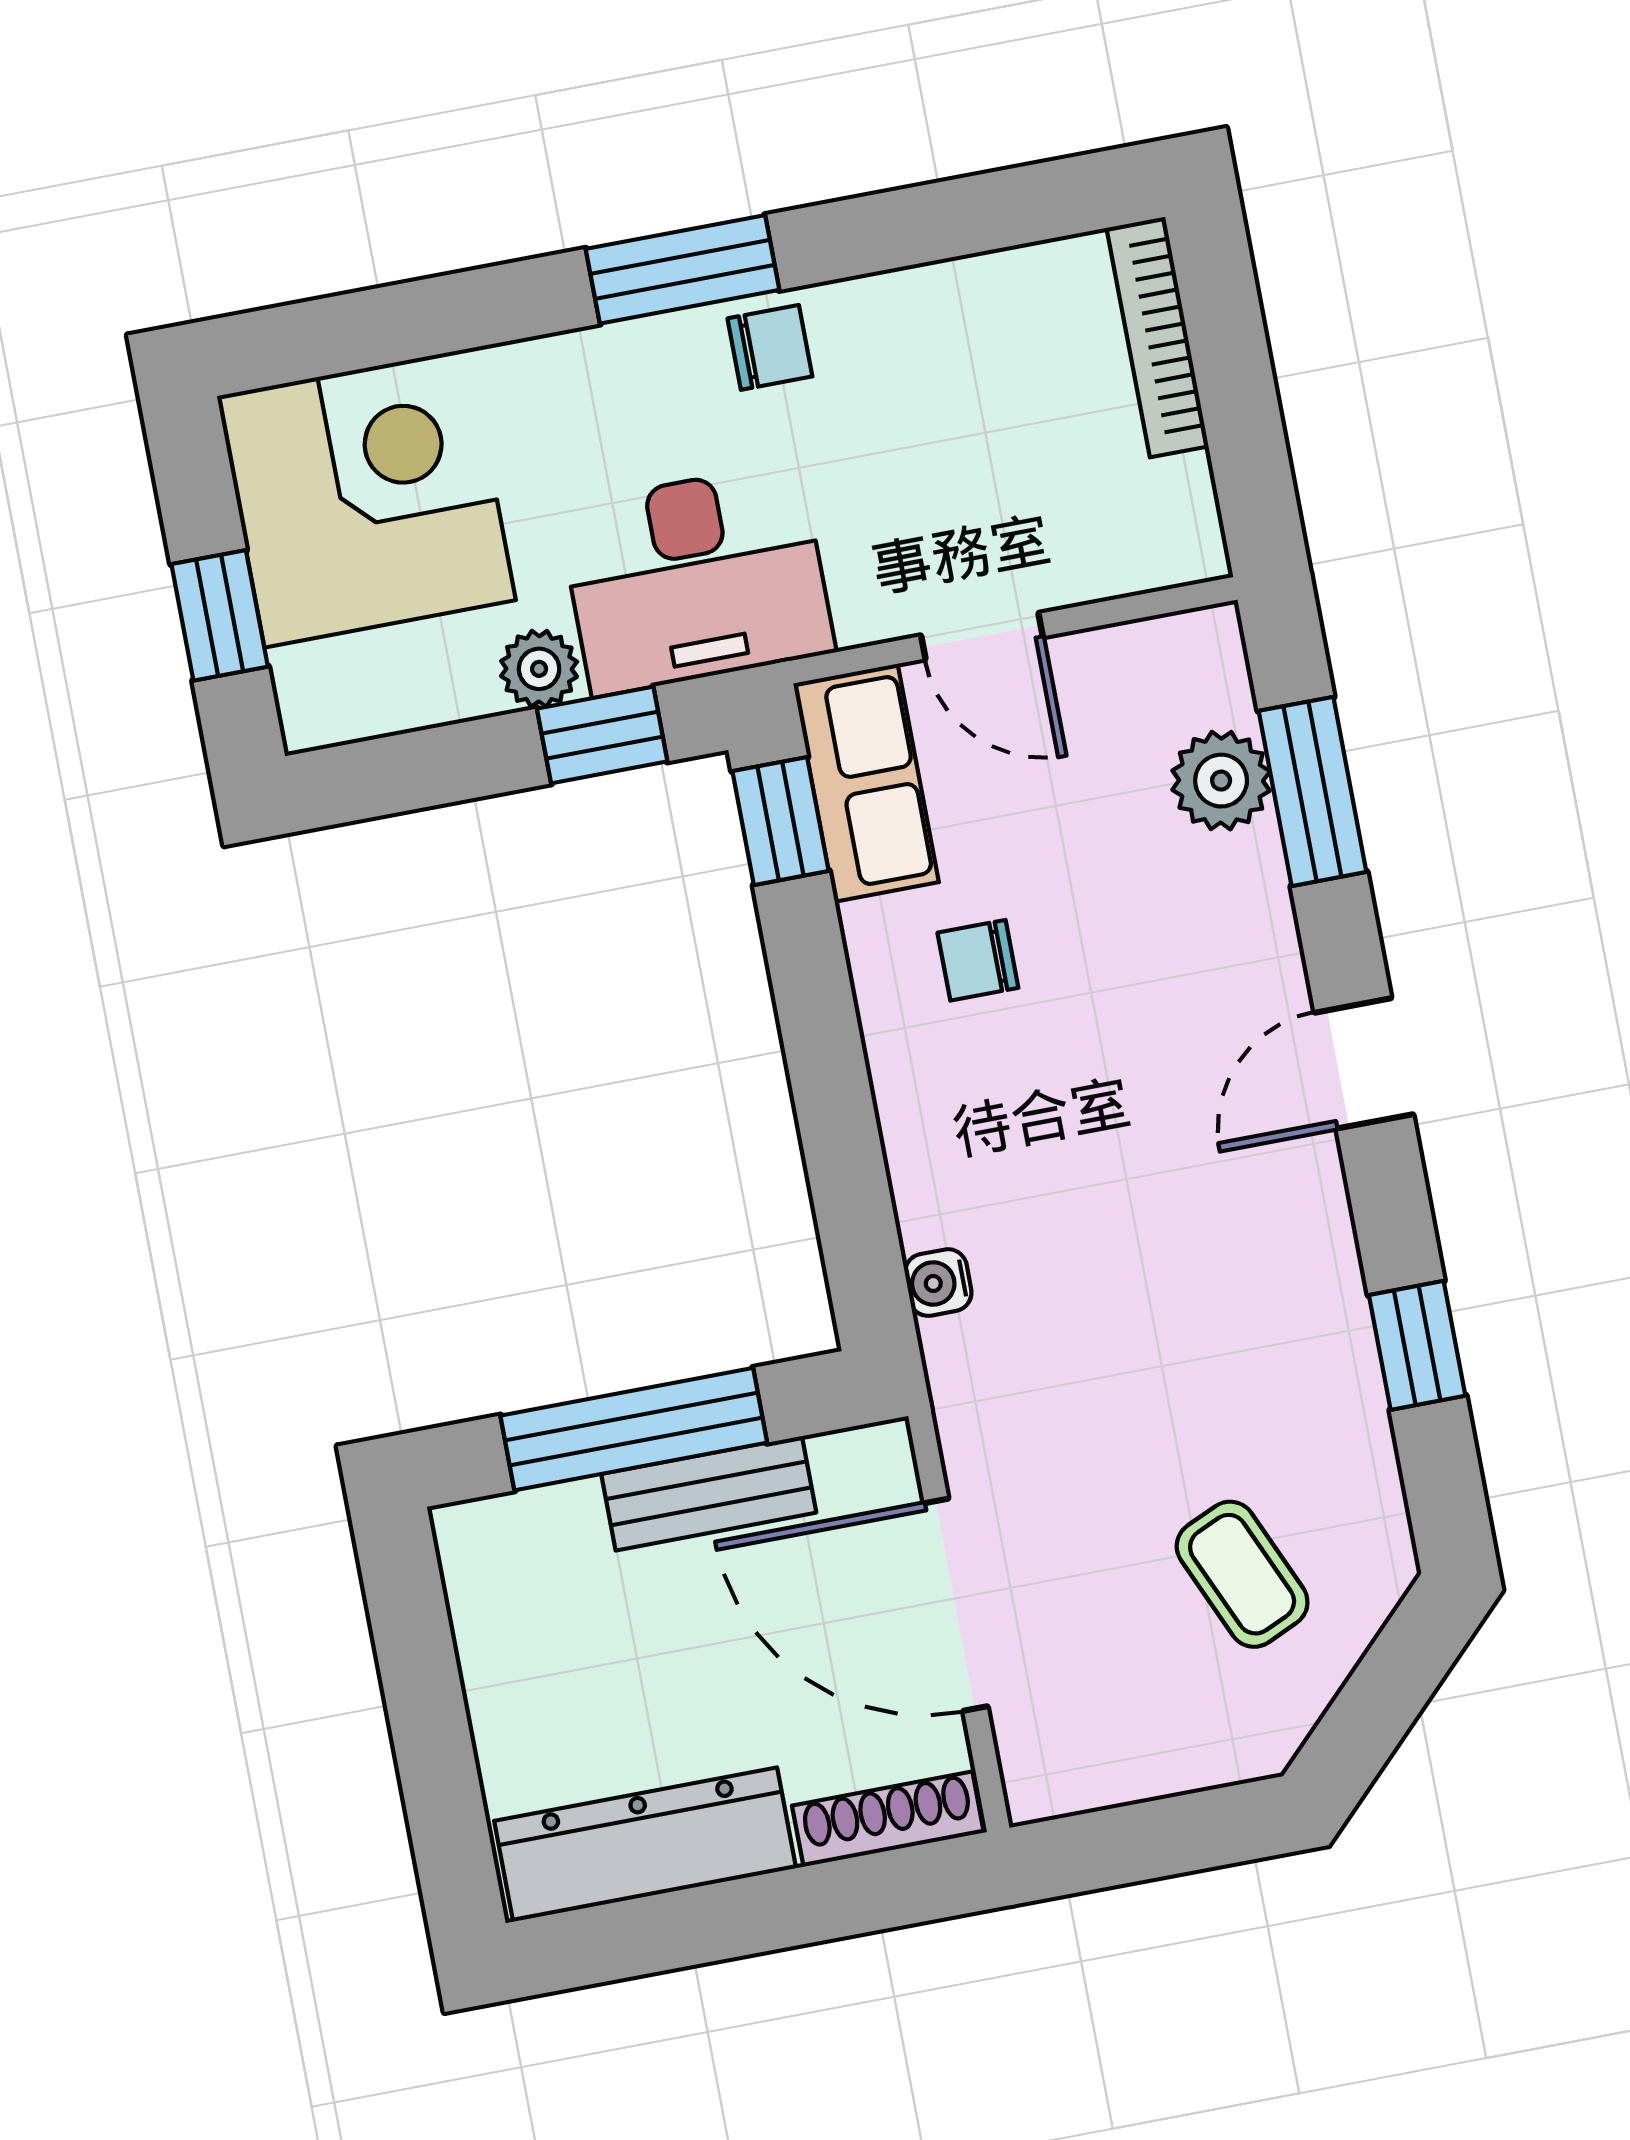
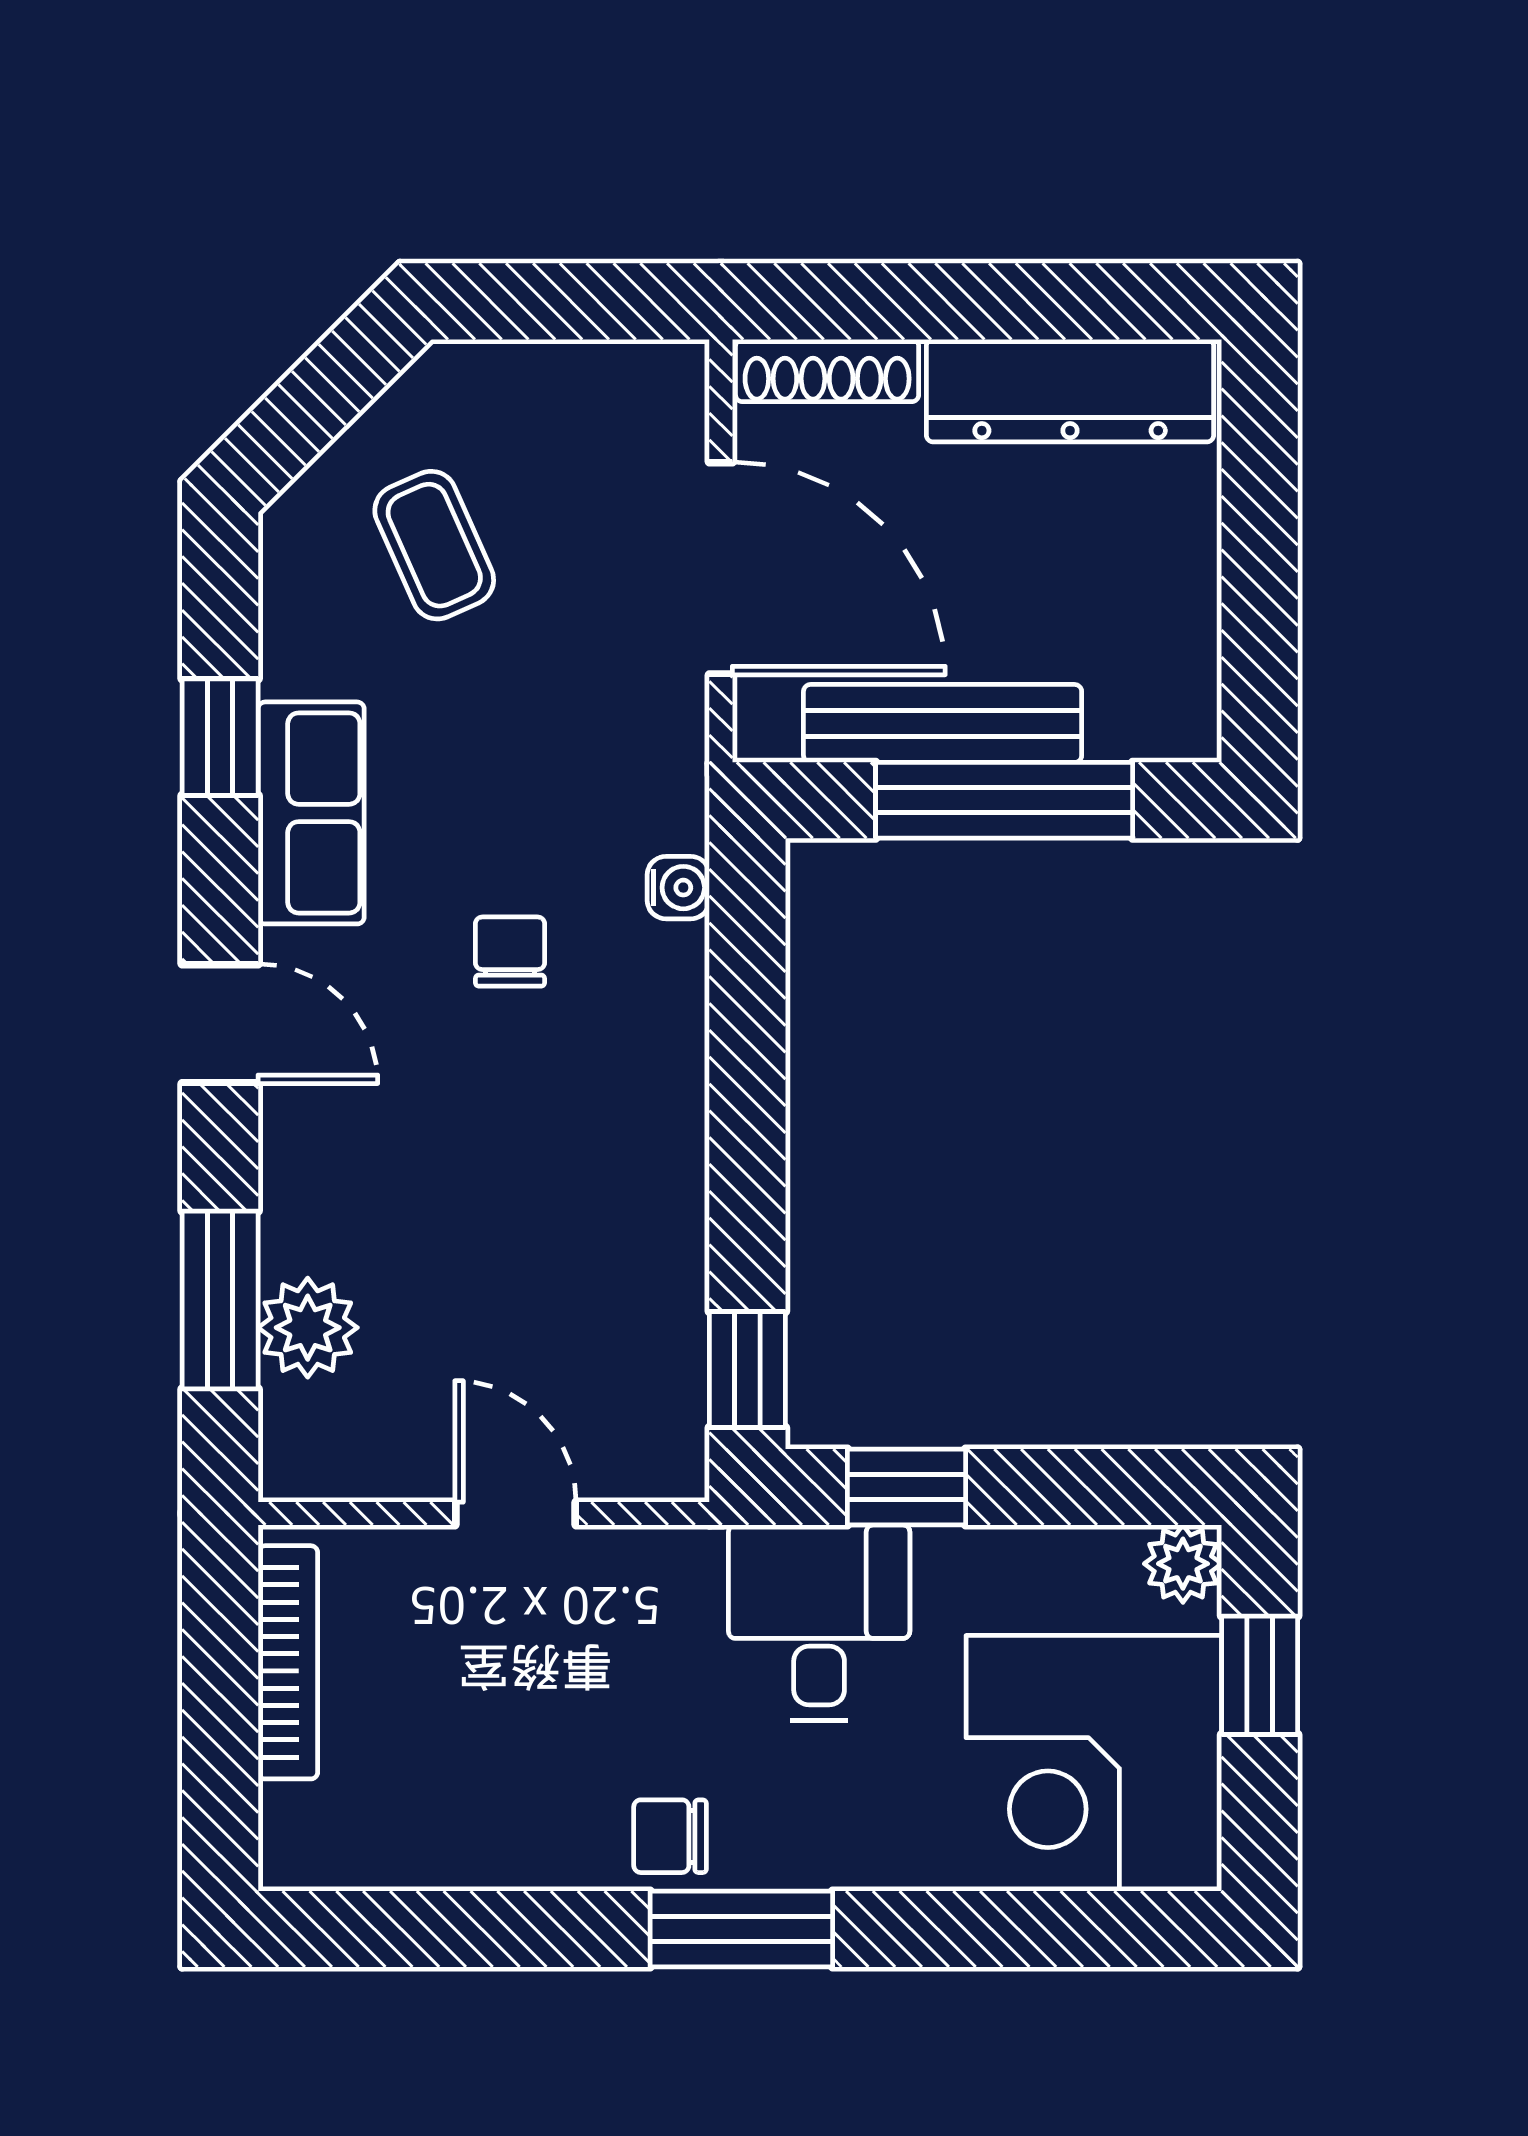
bookcase: (1158, 337) -> (288, 1662), moved
desk: (696, 579) -> (819, 1623), width x0.73
plant: (539, 669) -> (1183, 1564), moved
row of seats: (866, 783) -> (311, 813), moved, turned 180
chair: (978, 960) -> (510, 952), moved, turned -90
door: (1364, 1063) -> (220, 1024), hinge flipped
bench: (709, 1493) -> (943, 723), width x1.36

